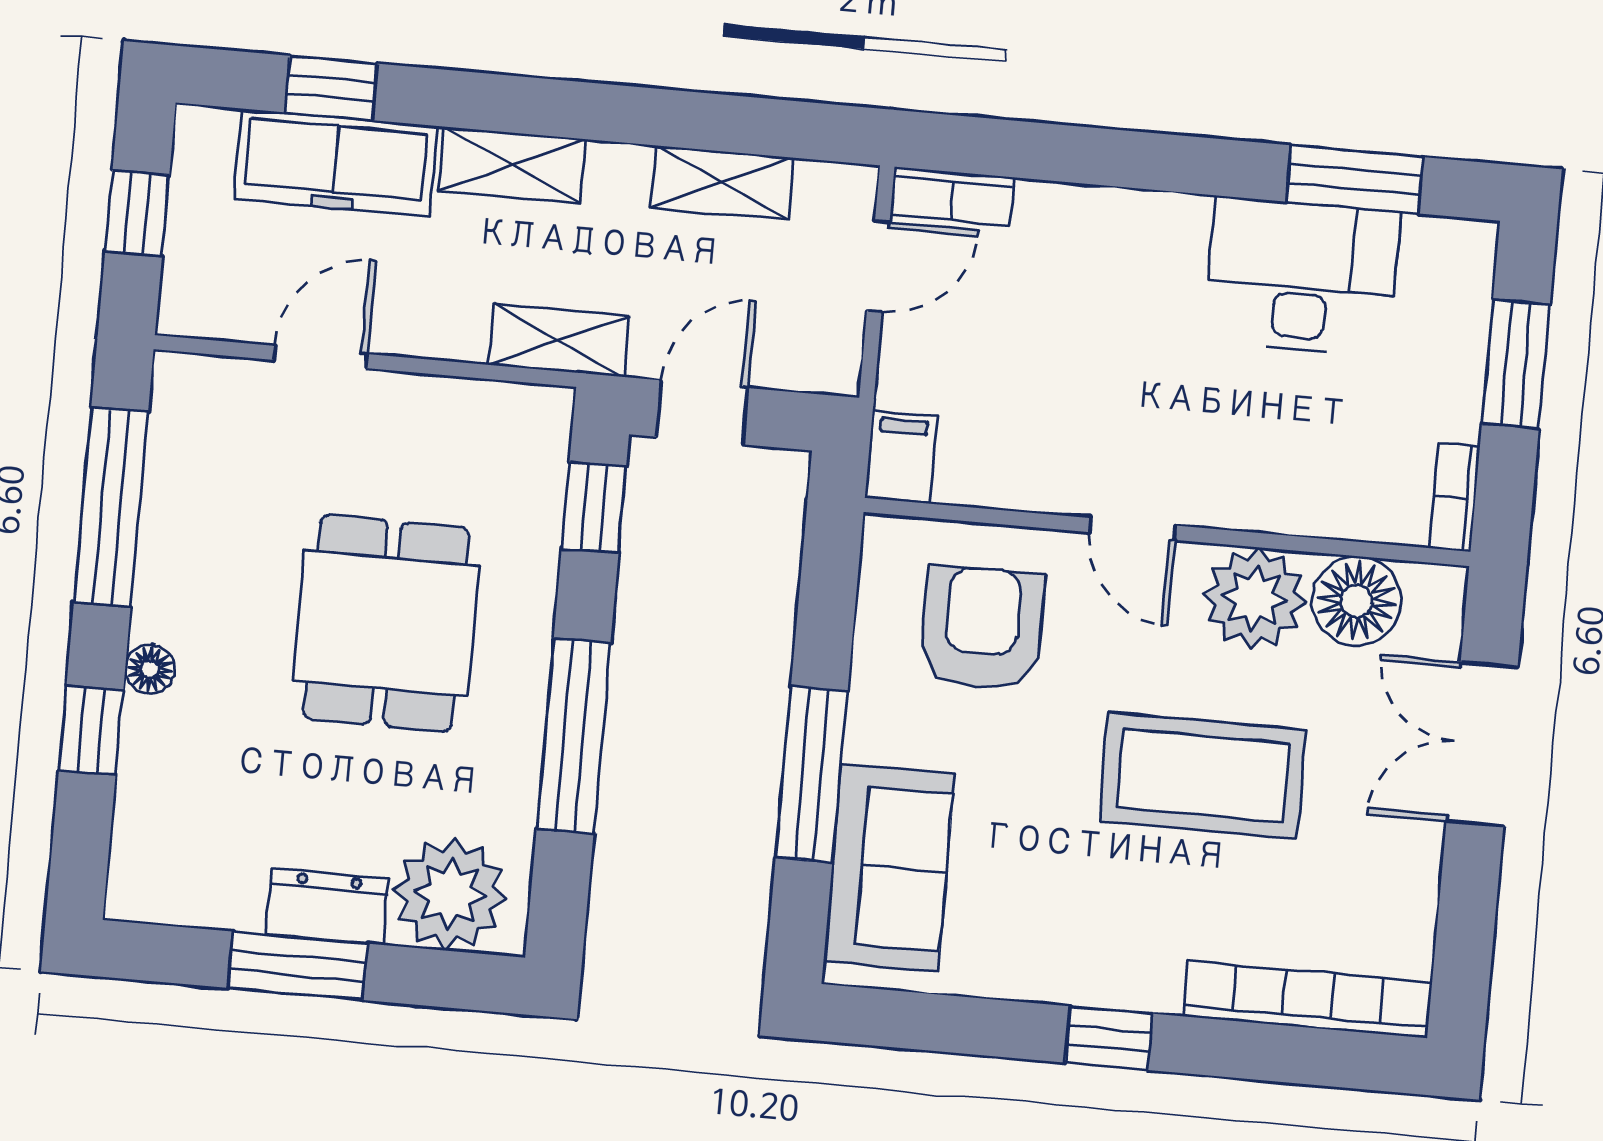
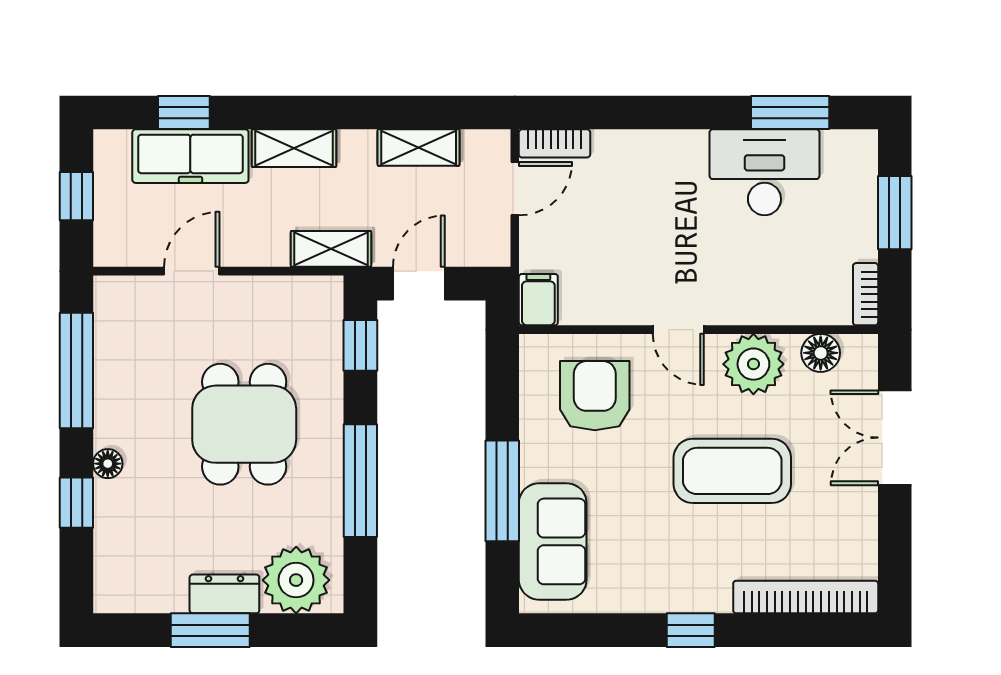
floor lamp: (1356, 601) -> (821, 353), width x0.73, depth x0.73

